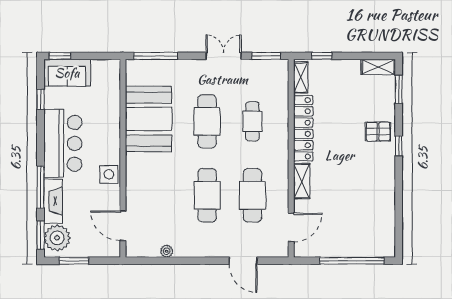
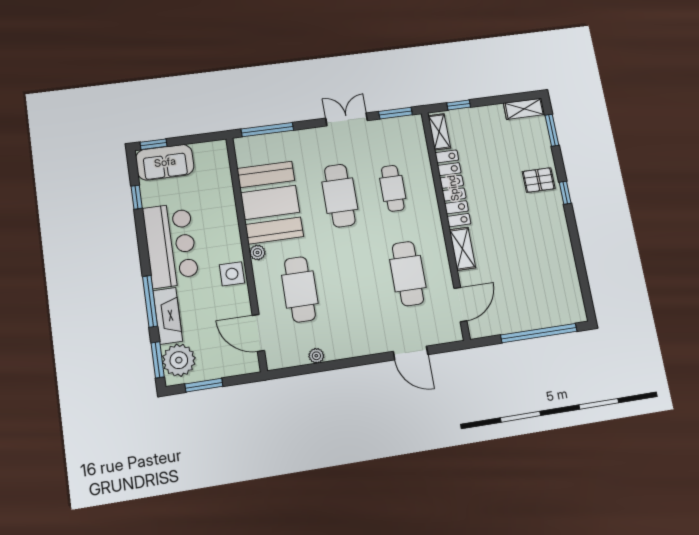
plant: (132, 160) -> (257, 253), added
cafe table: (207, 195) -> (300, 289), moved

